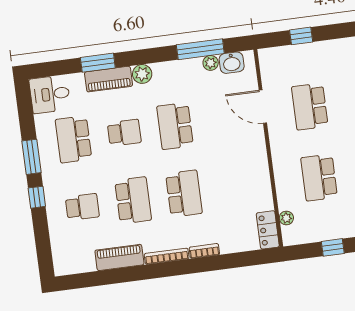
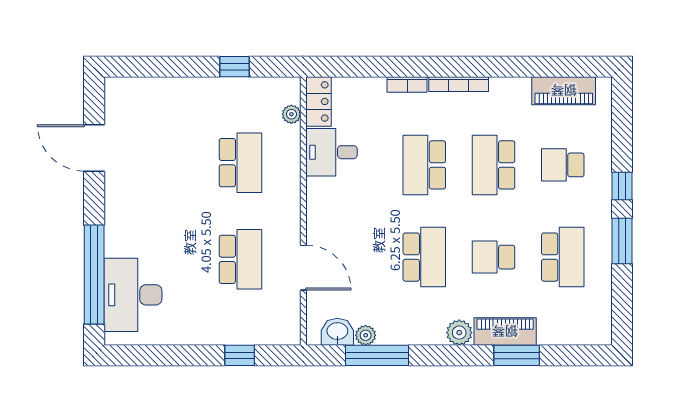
desk: (50, 94) -> (332, 152), moved, turned 180
piano: (119, 257) -> (564, 91), moved

